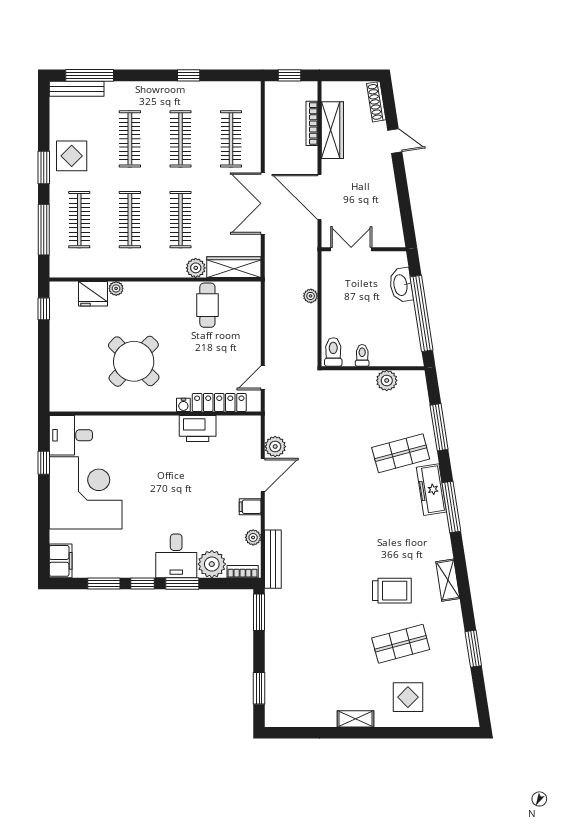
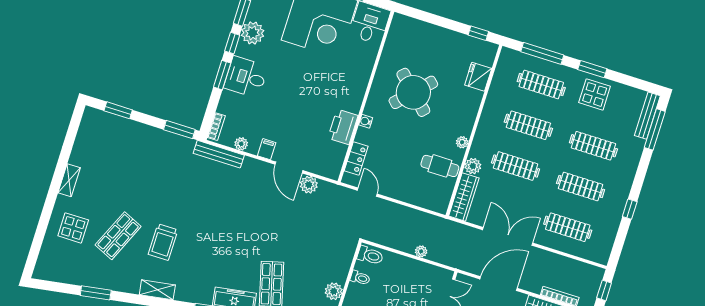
plant: (116, 288) -> (462, 142), moved
locker: (219, 402) -> (356, 159), width x0.66
plant: (212, 564) -> (253, 33), moved
shop shelf: (401, 644) -> (118, 236), turned 39

